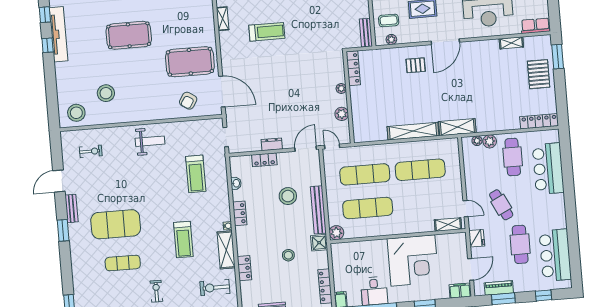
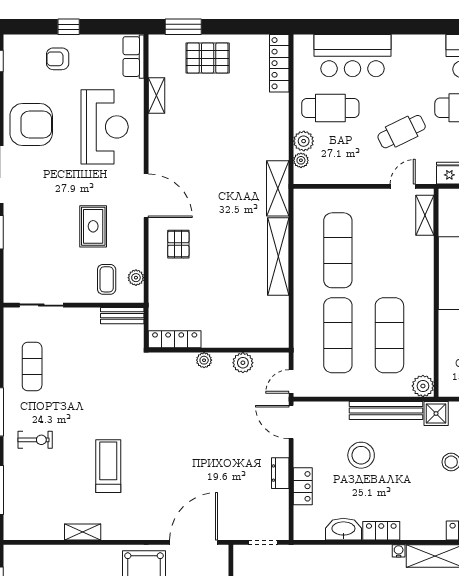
washbasin: (236, 183) -> (343, 529), width x1.91, depth x1.45

